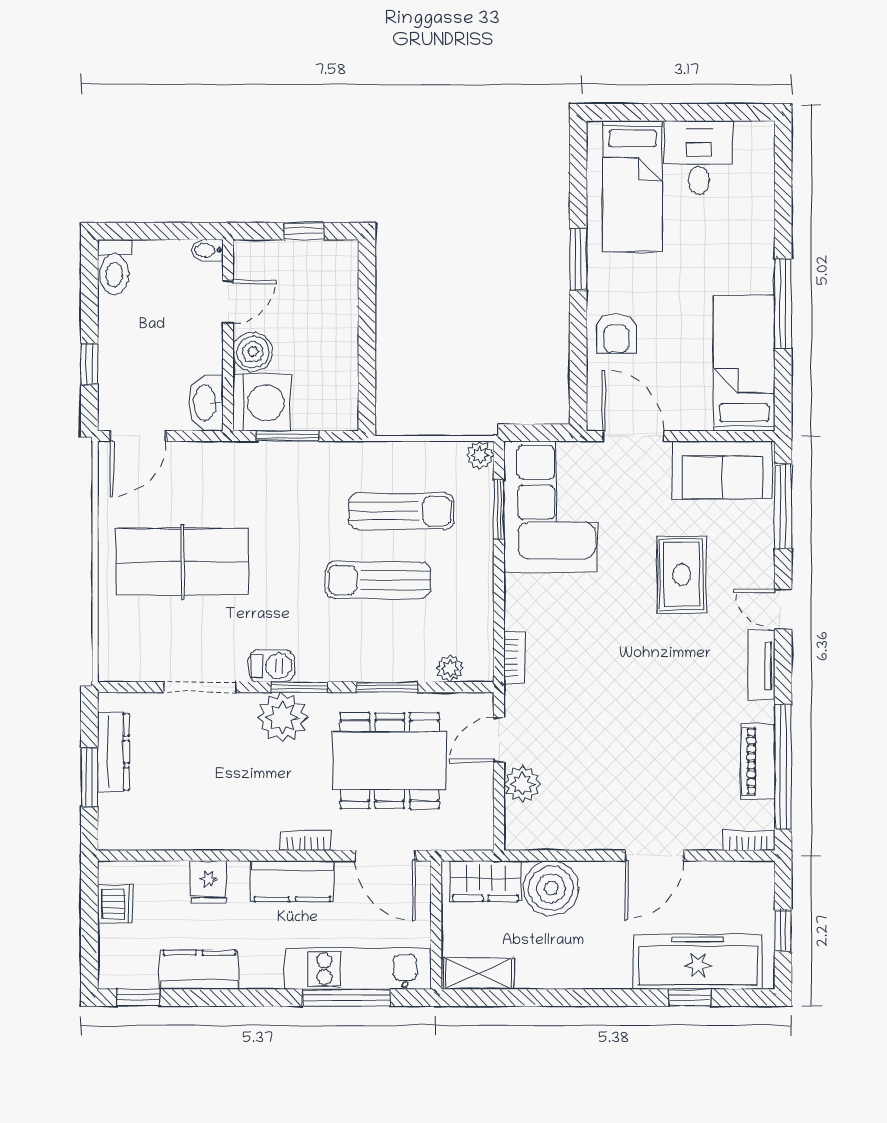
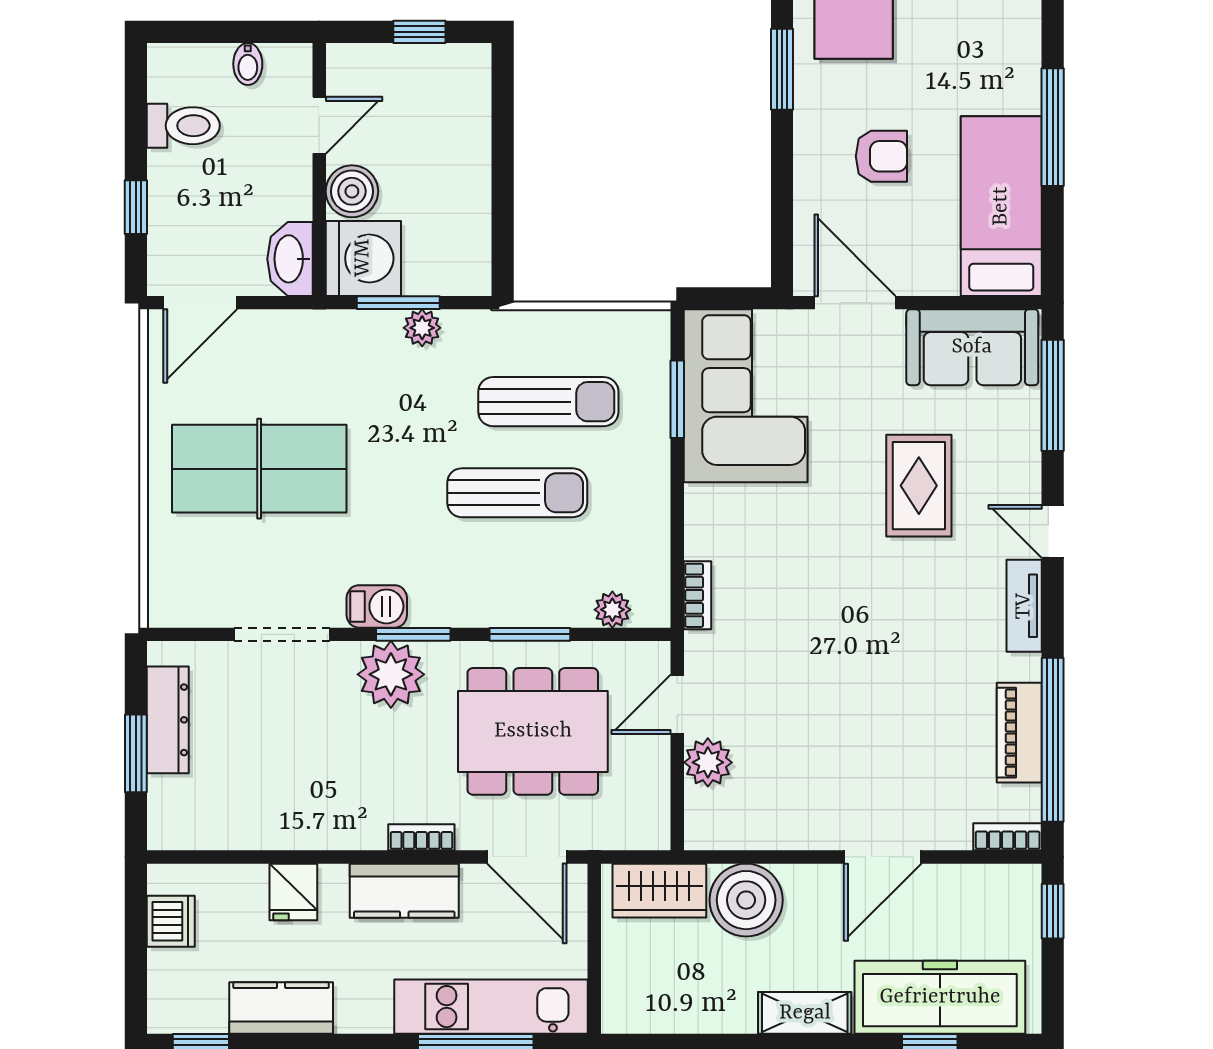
bidet: (207, 250) -> (248, 64), moved, turned -90
toilet: (114, 267) -> (183, 126), moved, turned -90
armchair: (616, 333) -> (881, 156), moved, turned -90
plant: (480, 455) -> (422, 328), moved
sun lounger: (378, 580) -> (517, 493), turned 180
window: (783, 931) -> (1053, 911), moved
shelving: (479, 974) -> (805, 1013), moved

